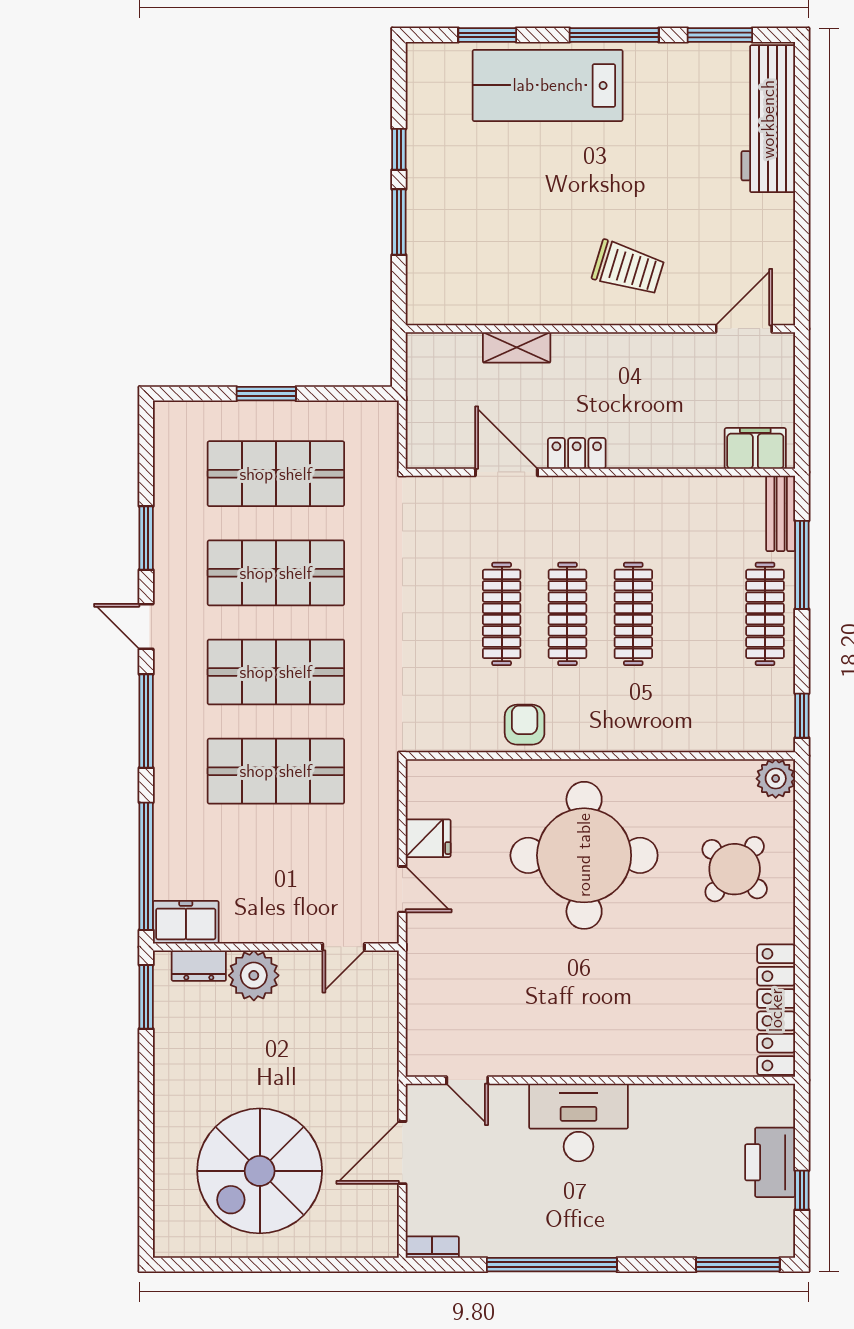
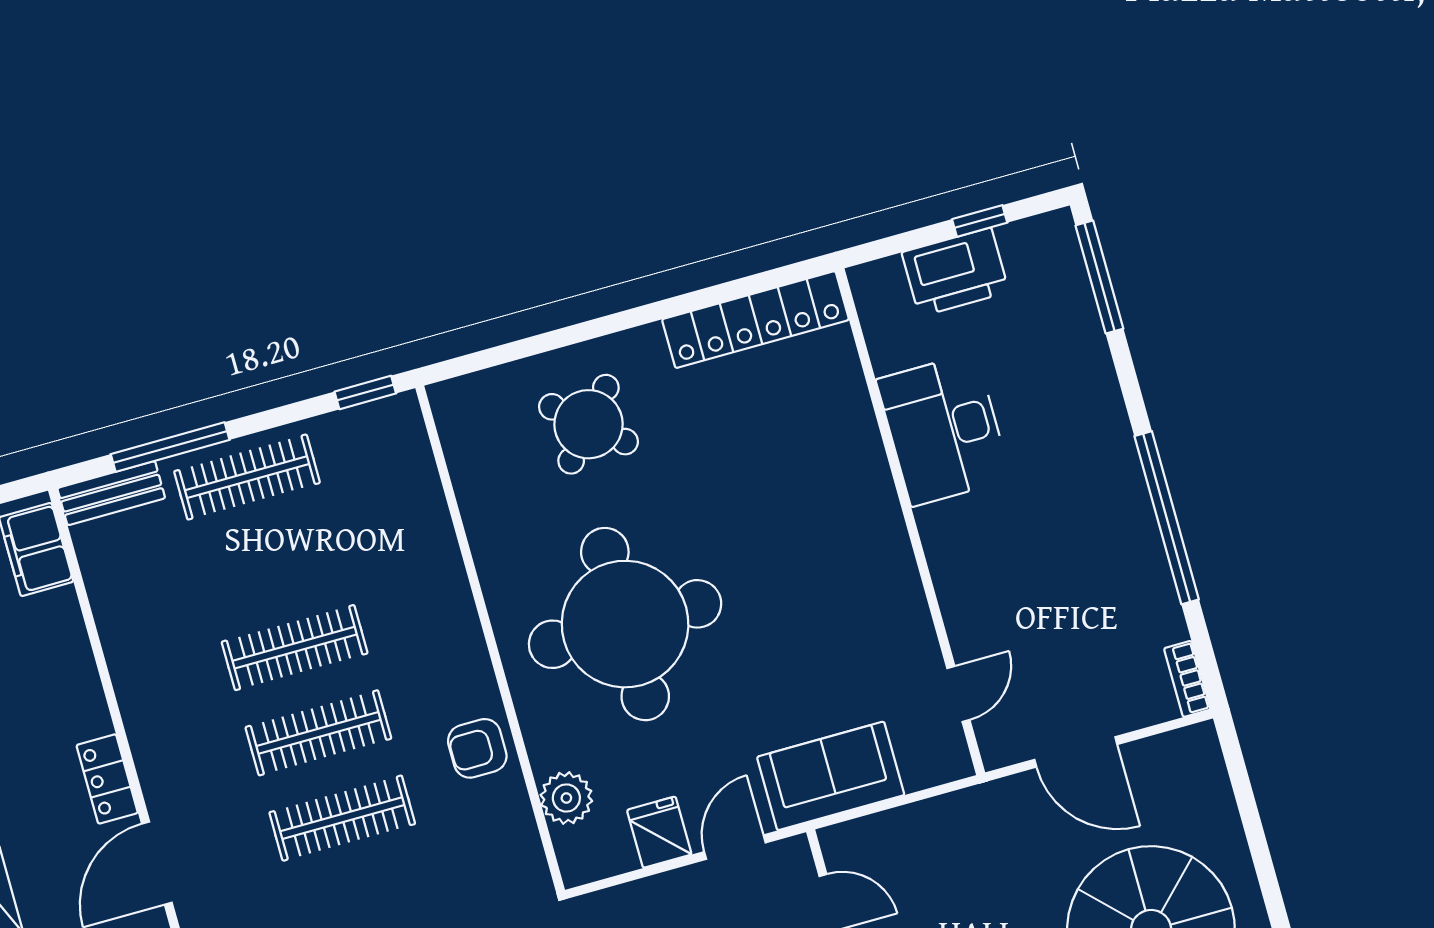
plant: (776, 779) -> (566, 798), moved
sofa: (434, 972) -> (831, 776), added
desk: (579, 1122) -> (944, 429), moved

